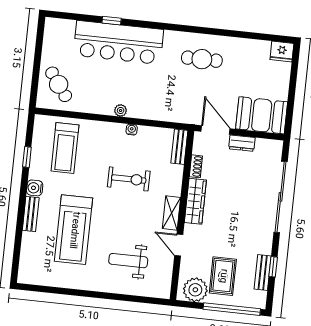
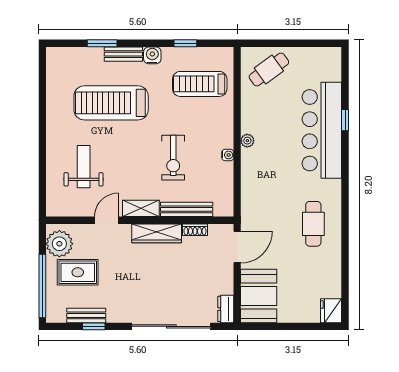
dresser: (242, 143) -> (226, 309), moved
bench: (179, 147) -> (187, 209), moved, width x1.36
window: (19, 232) -> (102, 43), added

